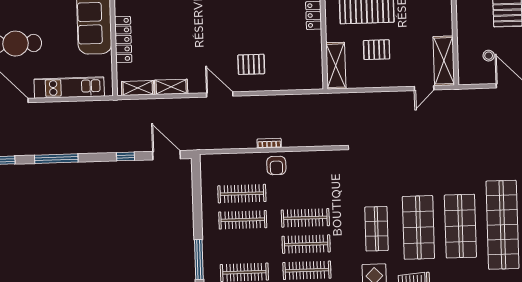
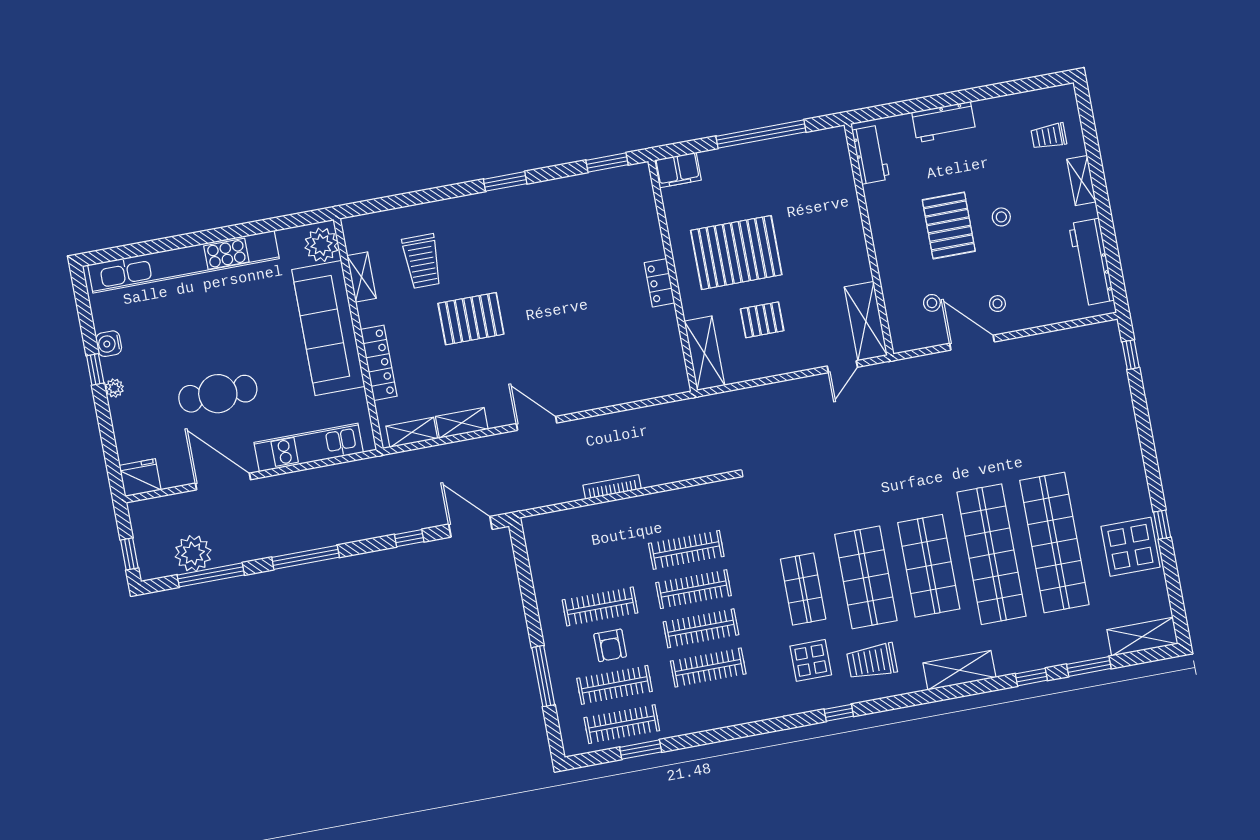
pallet: (251, 64) -> (471, 319), moved, width x1.50, depth x1.42
bookcase: (269, 143) -> (612, 487), width x1.56
armchair: (276, 166) -> (610, 645), moved
clothes rail: (242, 194) -> (686, 550), moved

